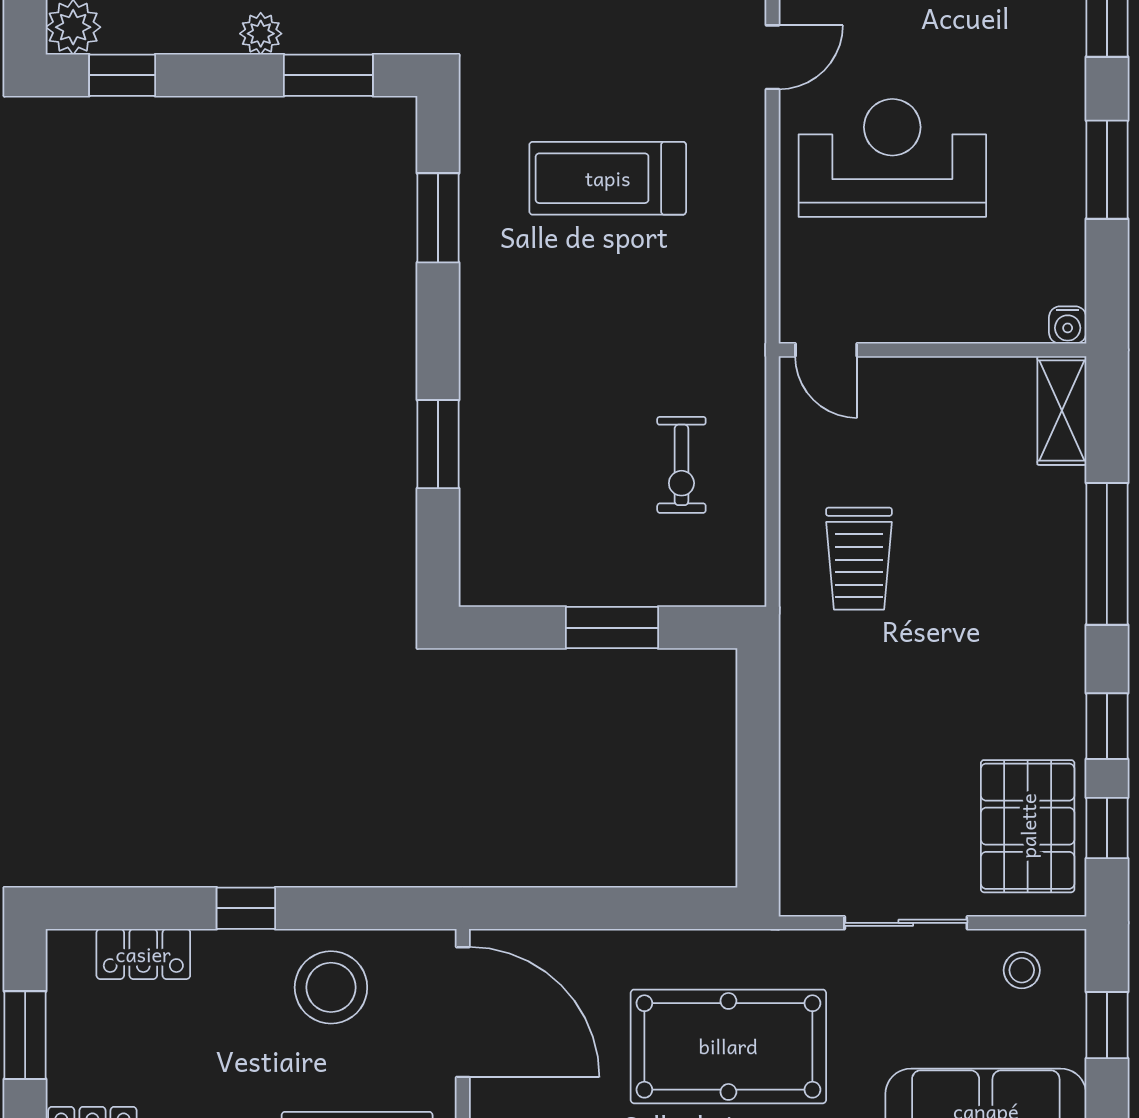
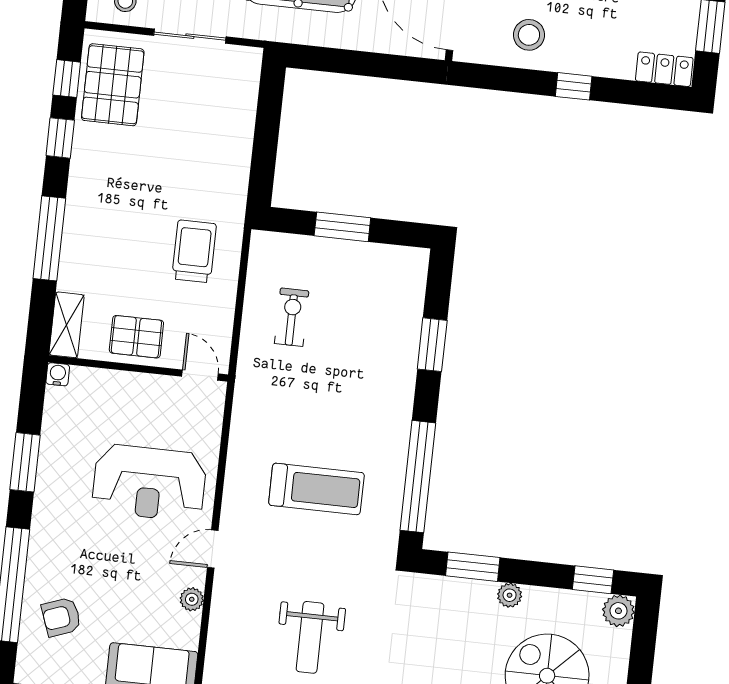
window: (438, 218) -> (418, 477), width x2.11
pallet: (941, 403) -> (136, 337), added
locker: (143, 954) -> (664, 69), moved
stool: (331, 987) -> (529, 35), width x0.73, depth x0.73

